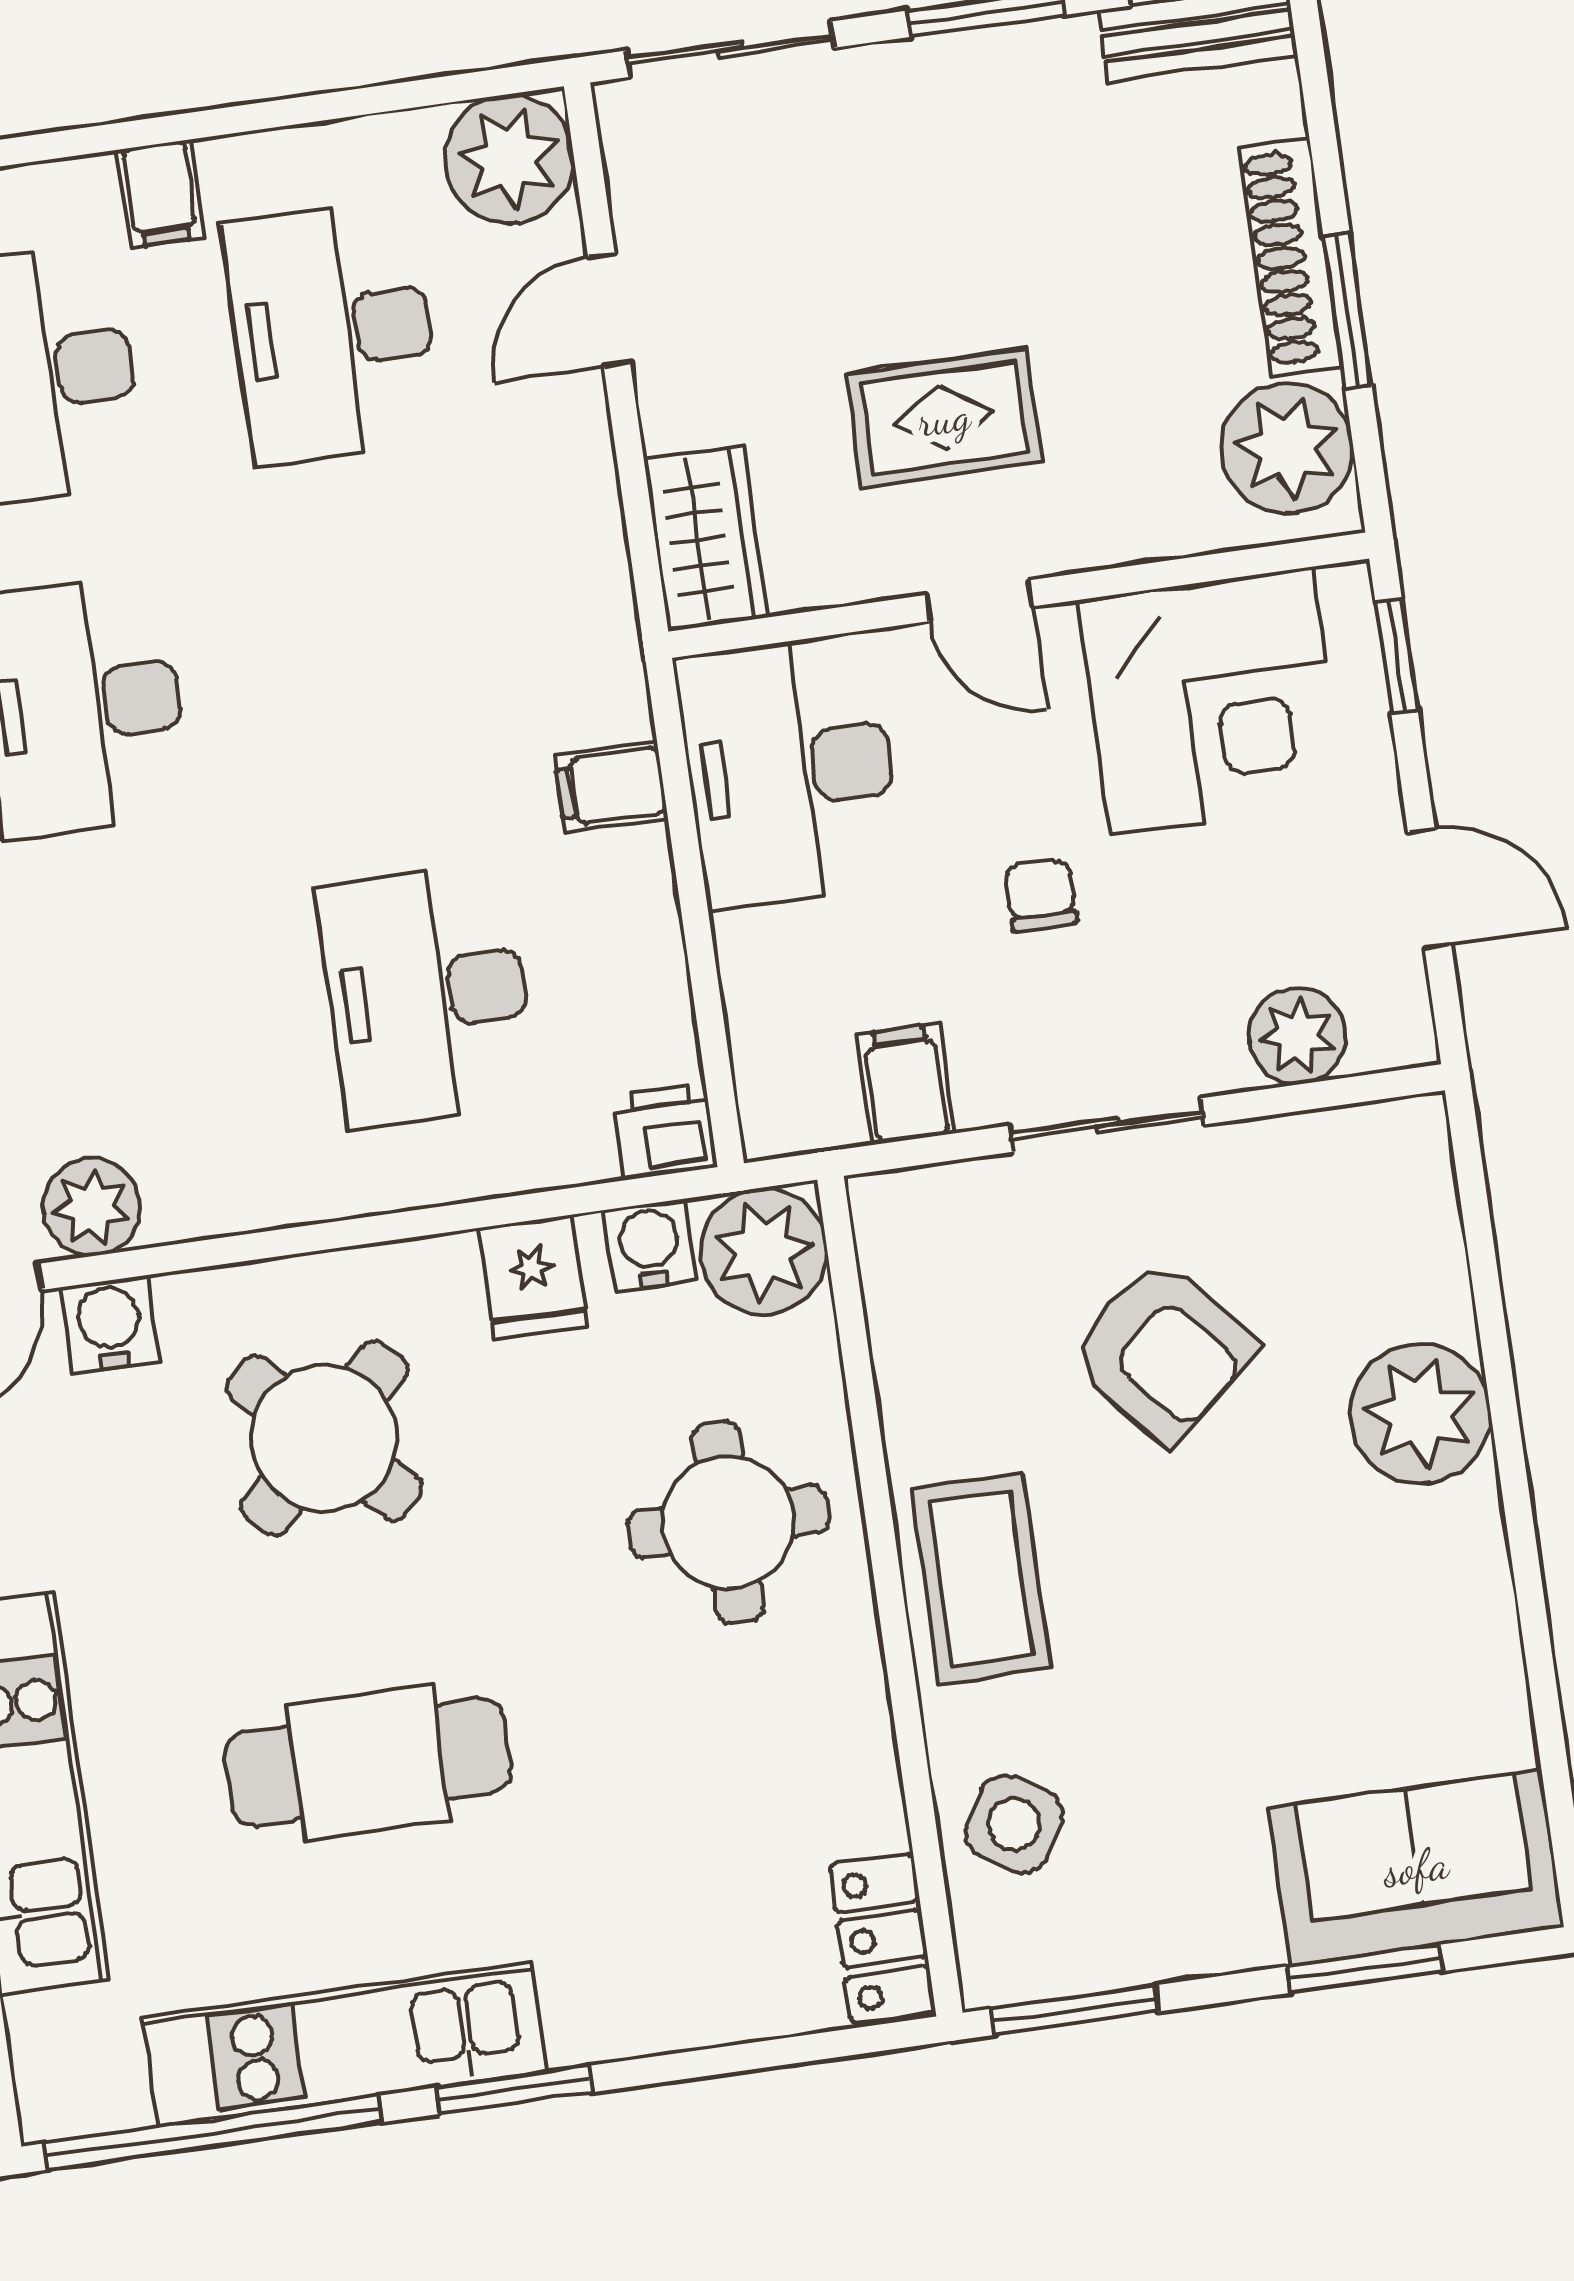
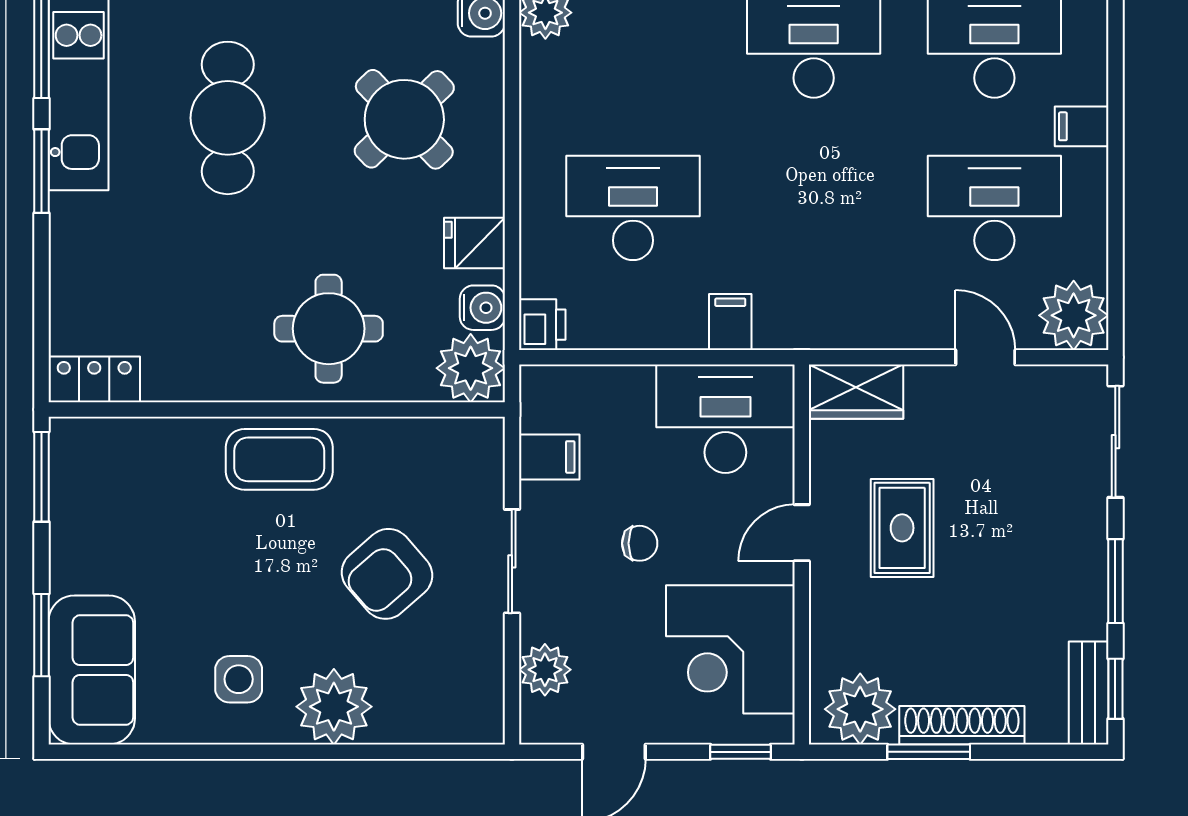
side table: (1014, 1824) -> (239, 679), moved, turned -31

